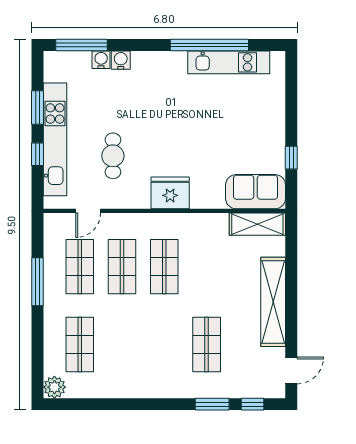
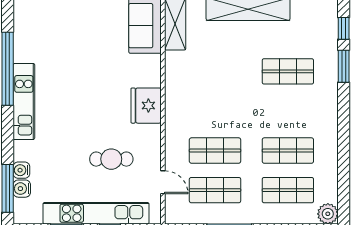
water cooler: (121, 60) -> (22, 189), moved
kitchen unit: (229, 62) -> (24, 101), moved
shop shelf: (164, 267) -> (288, 151), moved

